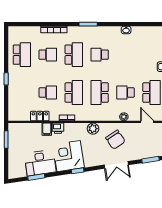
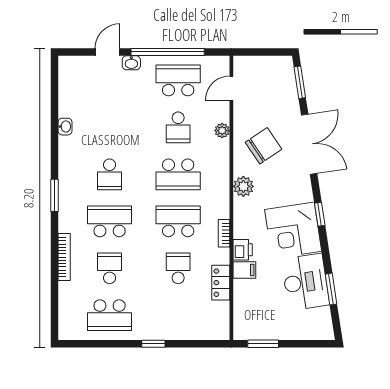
school desk: (22, 55) -> (110, 315), turned 180
double door: (116, 165) -> (309, 144), width x1.37

